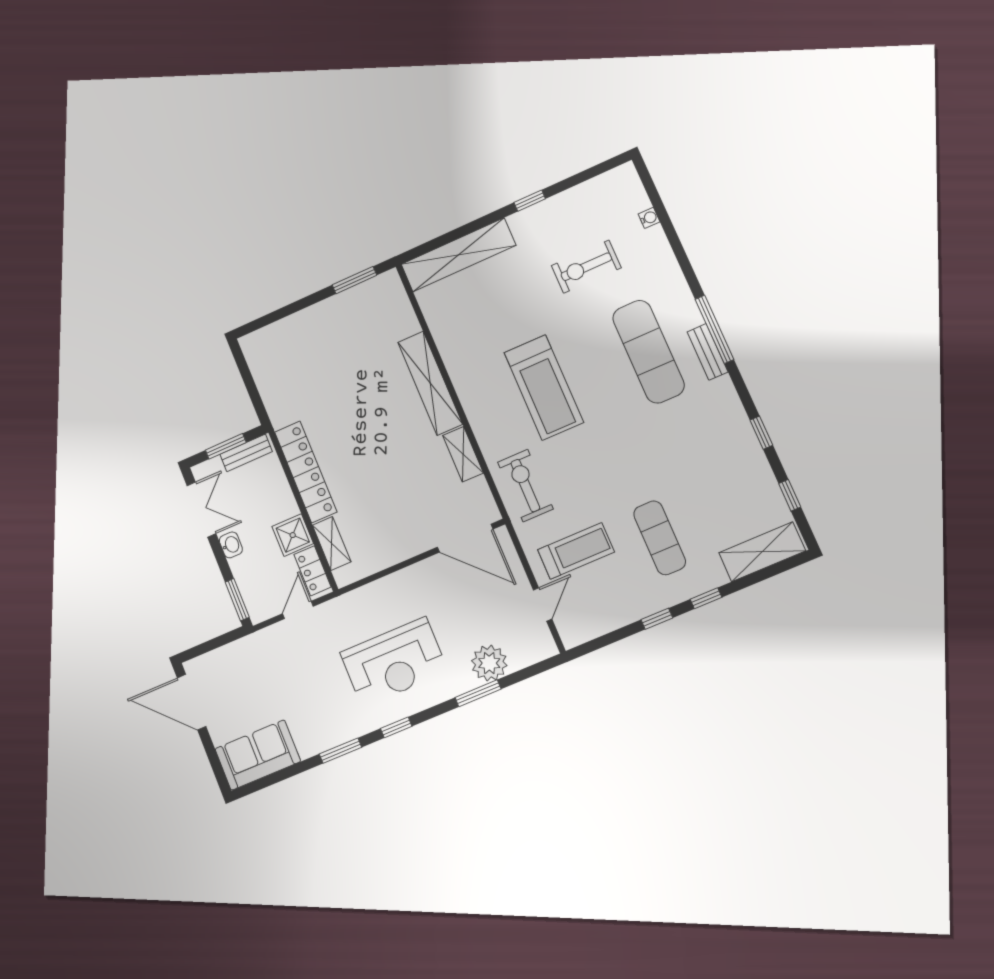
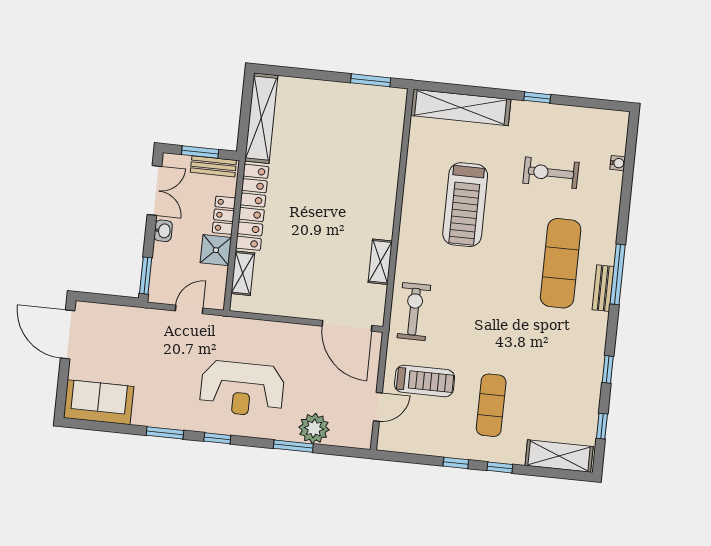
shelving: (430, 383) -> (261, 118), moved
treadmill: (544, 387) -> (465, 205), moved
locker: (312, 571) -> (224, 215), moved

